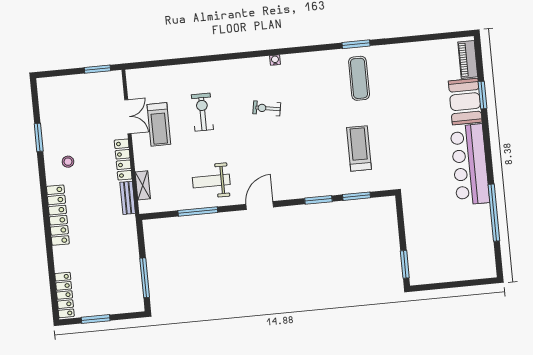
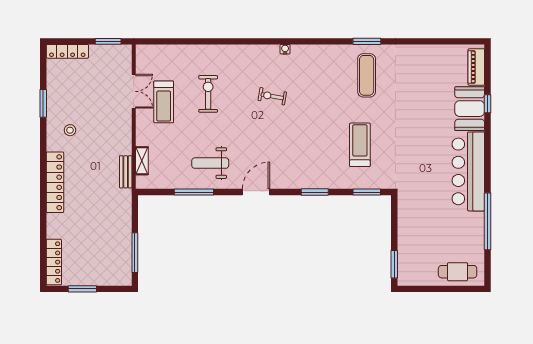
window: (483, 95) -> (487, 104), width x0.67
locker: (123, 159) -> (67, 51), moved, turned -90
window: (356, 196) -> (367, 192), moved
cafe table: (469, 266) -> (458, 272), added

